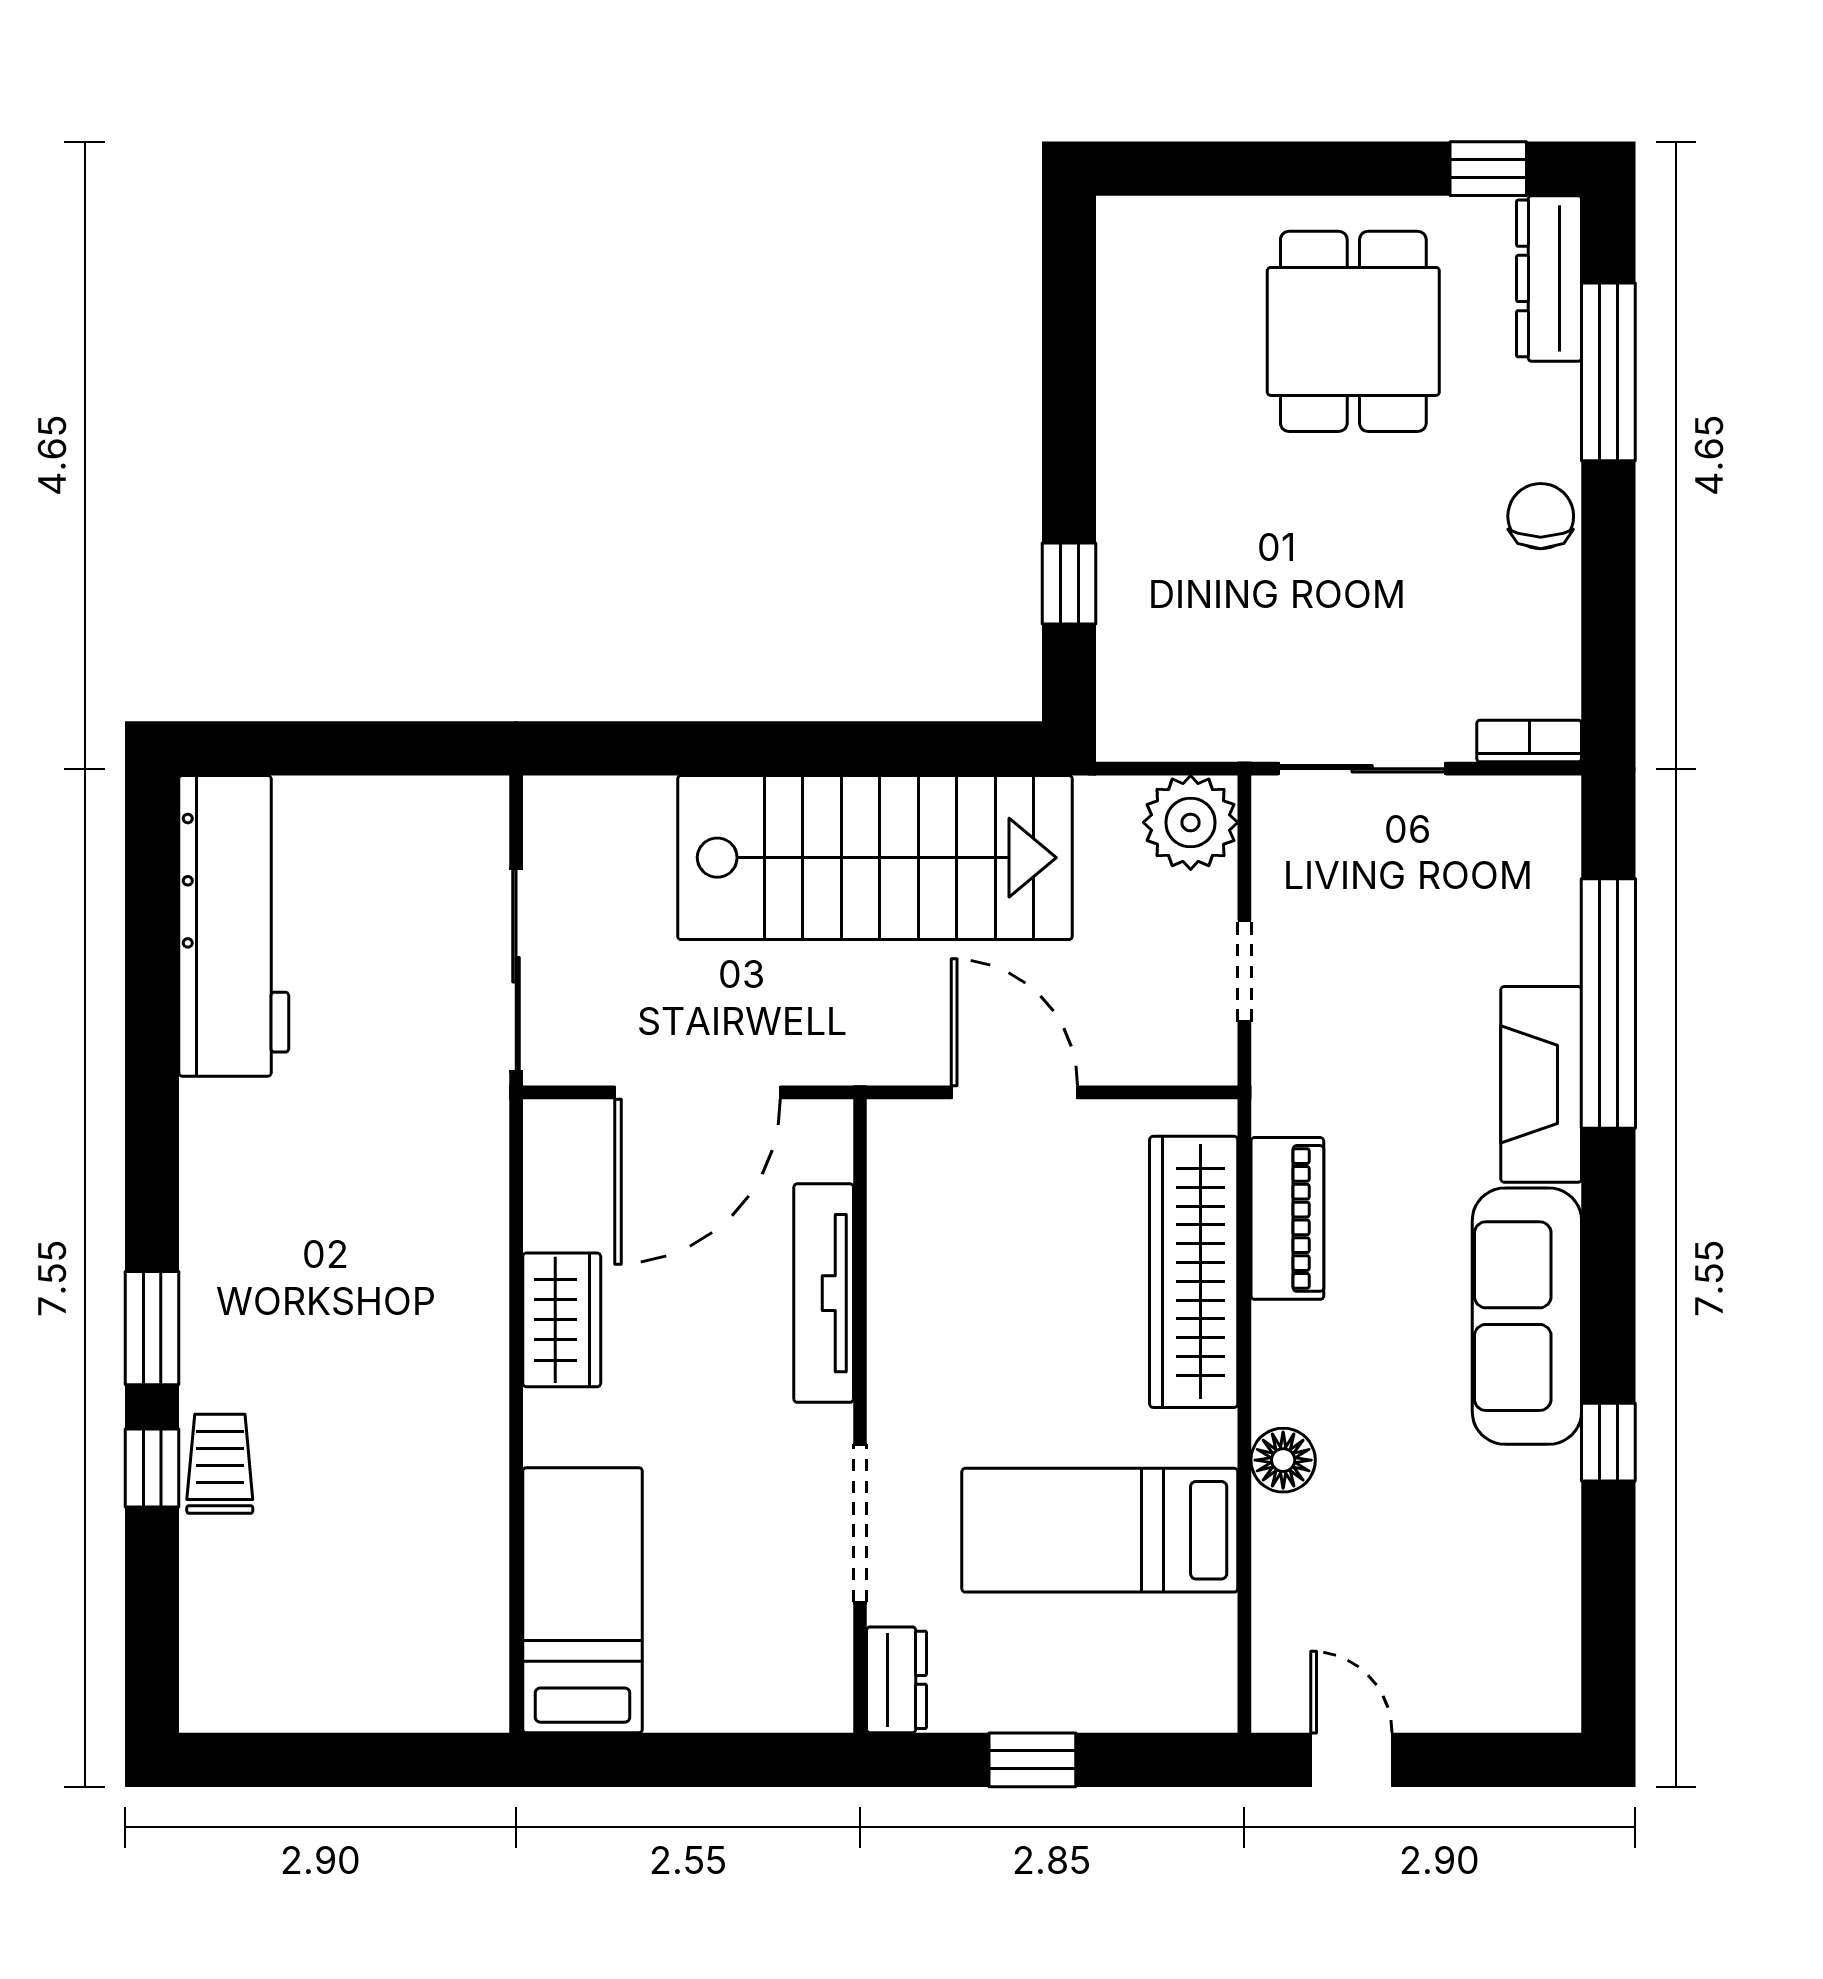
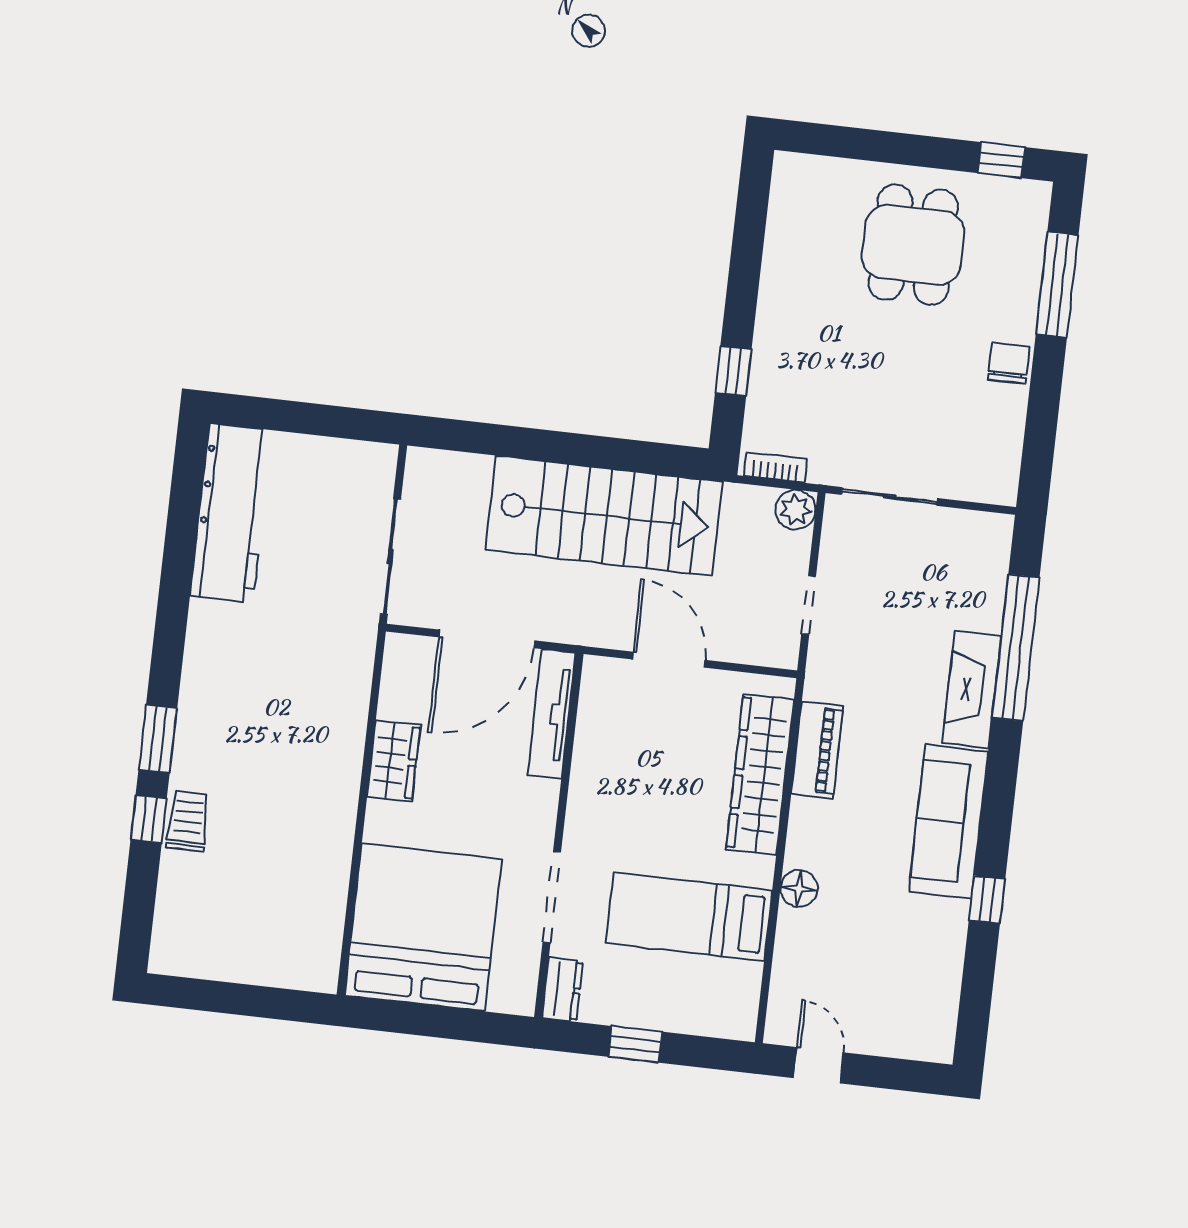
dresser: (1549, 278) -> (1029, 227), removed
bookcase: (1529, 741) -> (775, 467), moved
plant: (1191, 822) -> (796, 510), width x0.73, depth x0.73
tv unit: (824, 1293) -> (551, 714), moved
bed: (583, 1600) -> (423, 927), width x2.04

